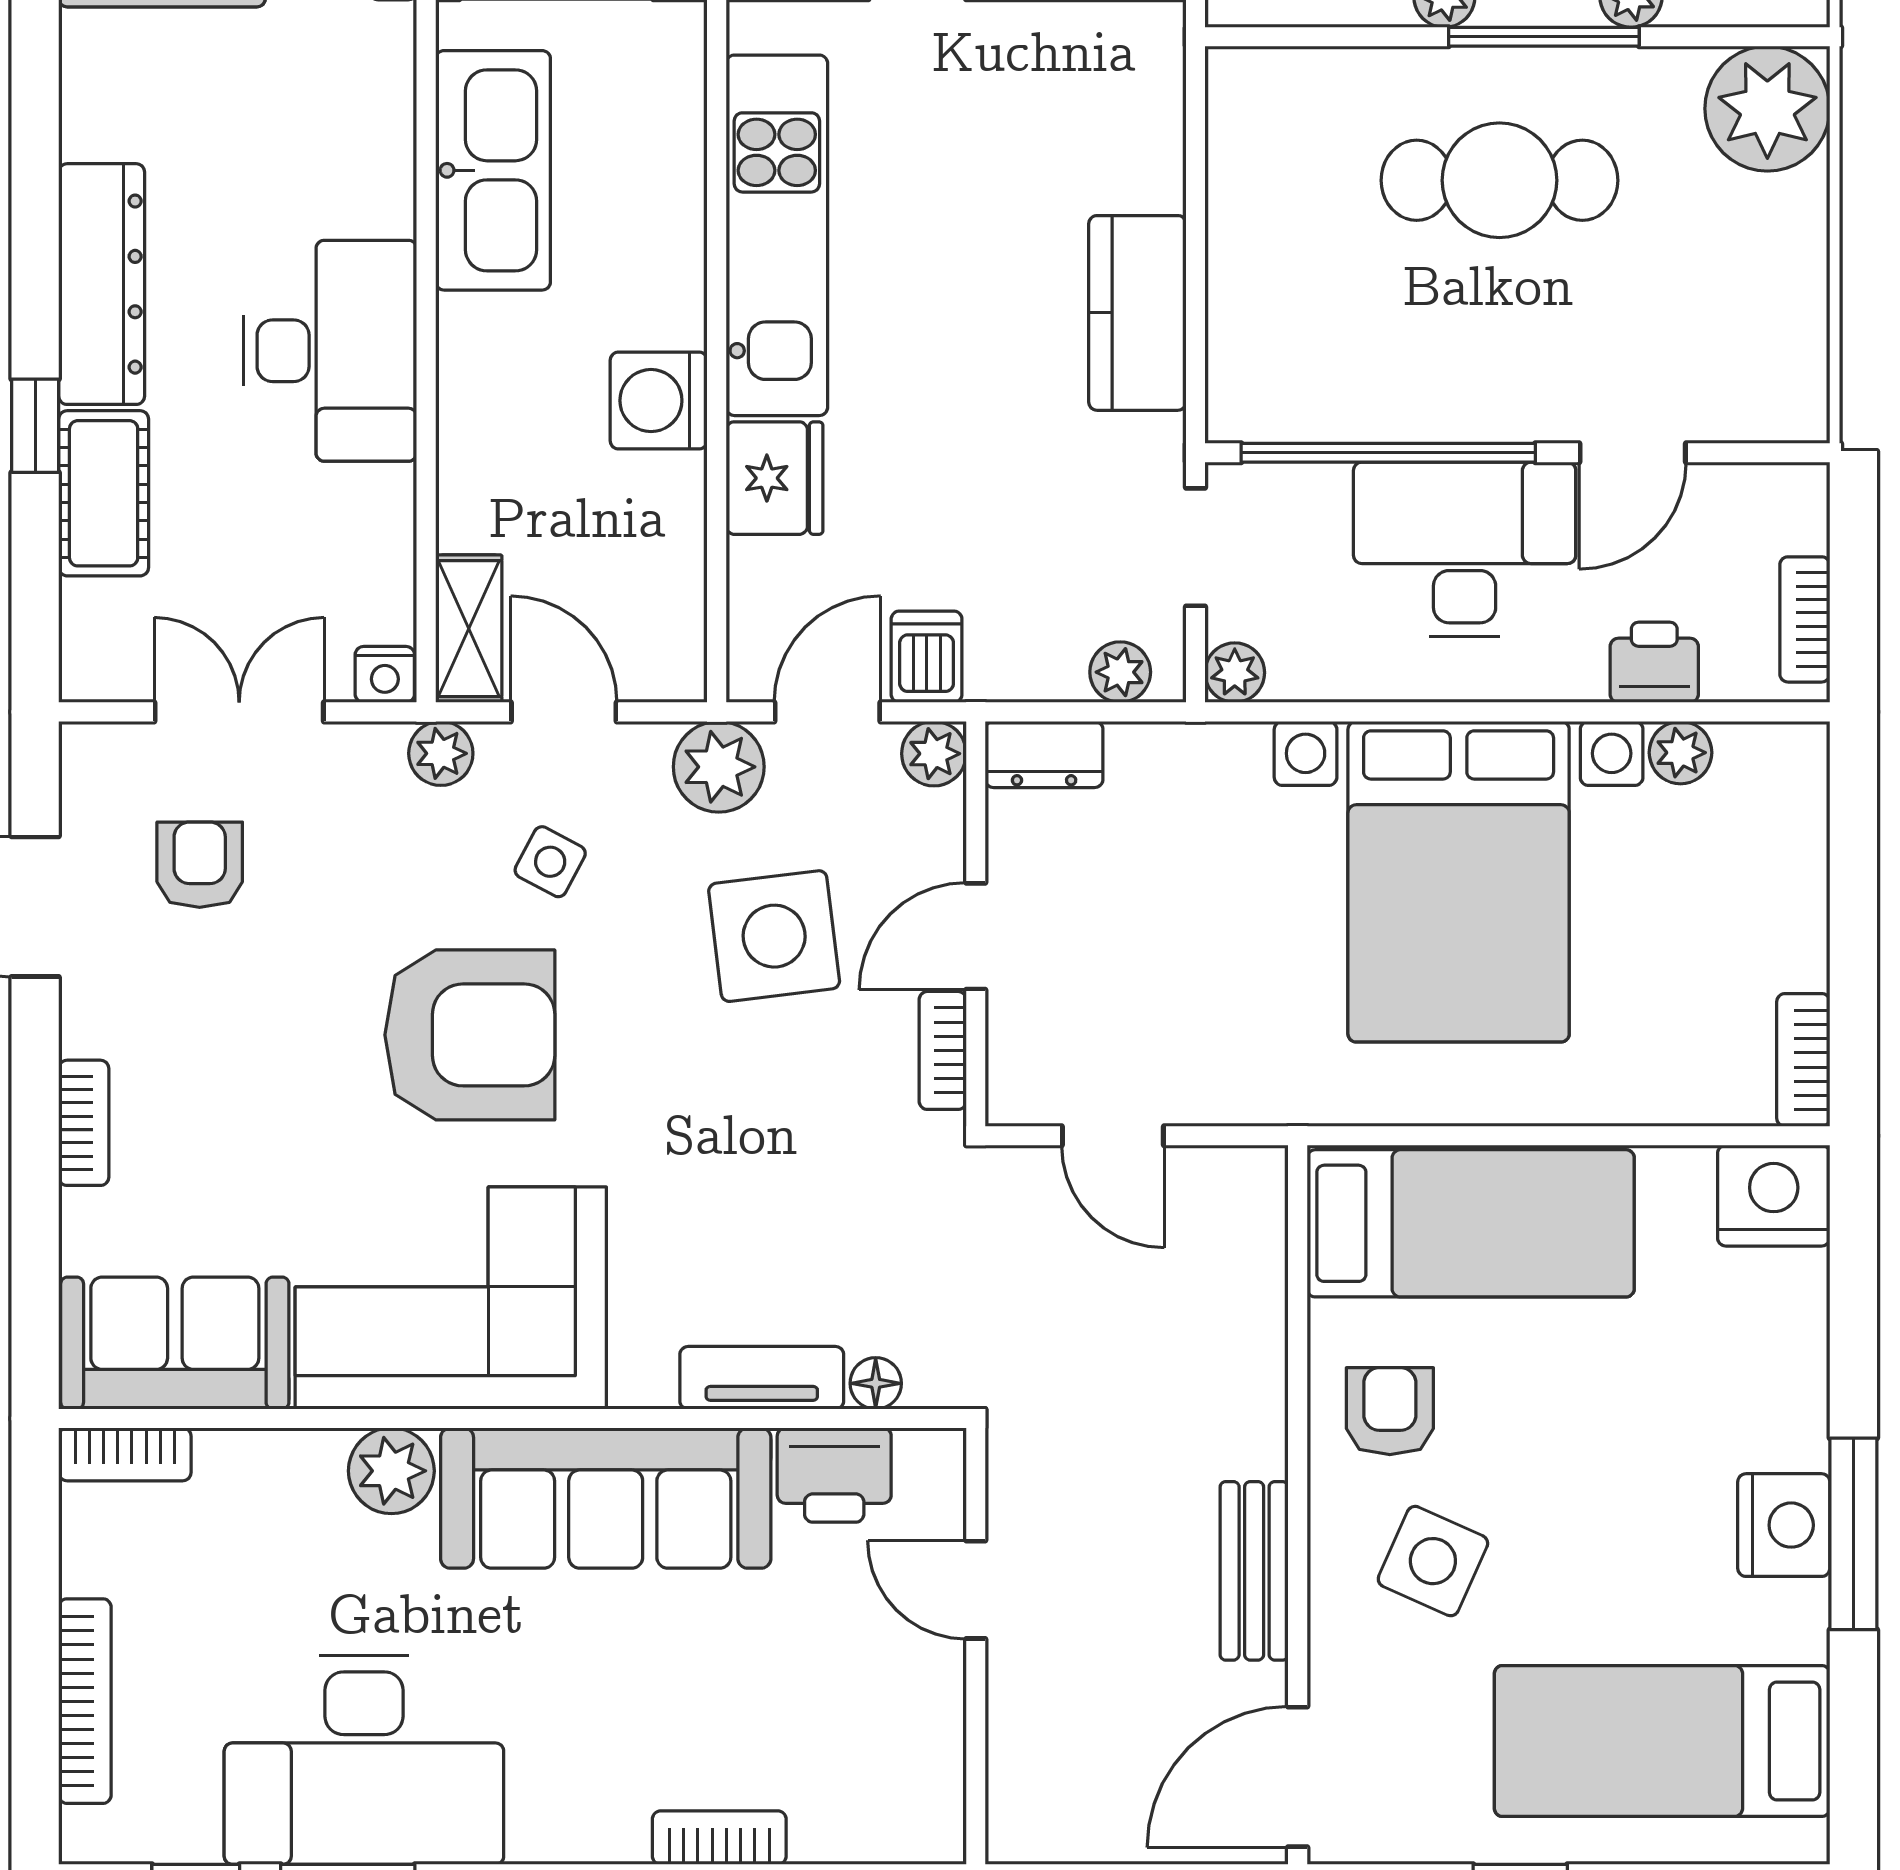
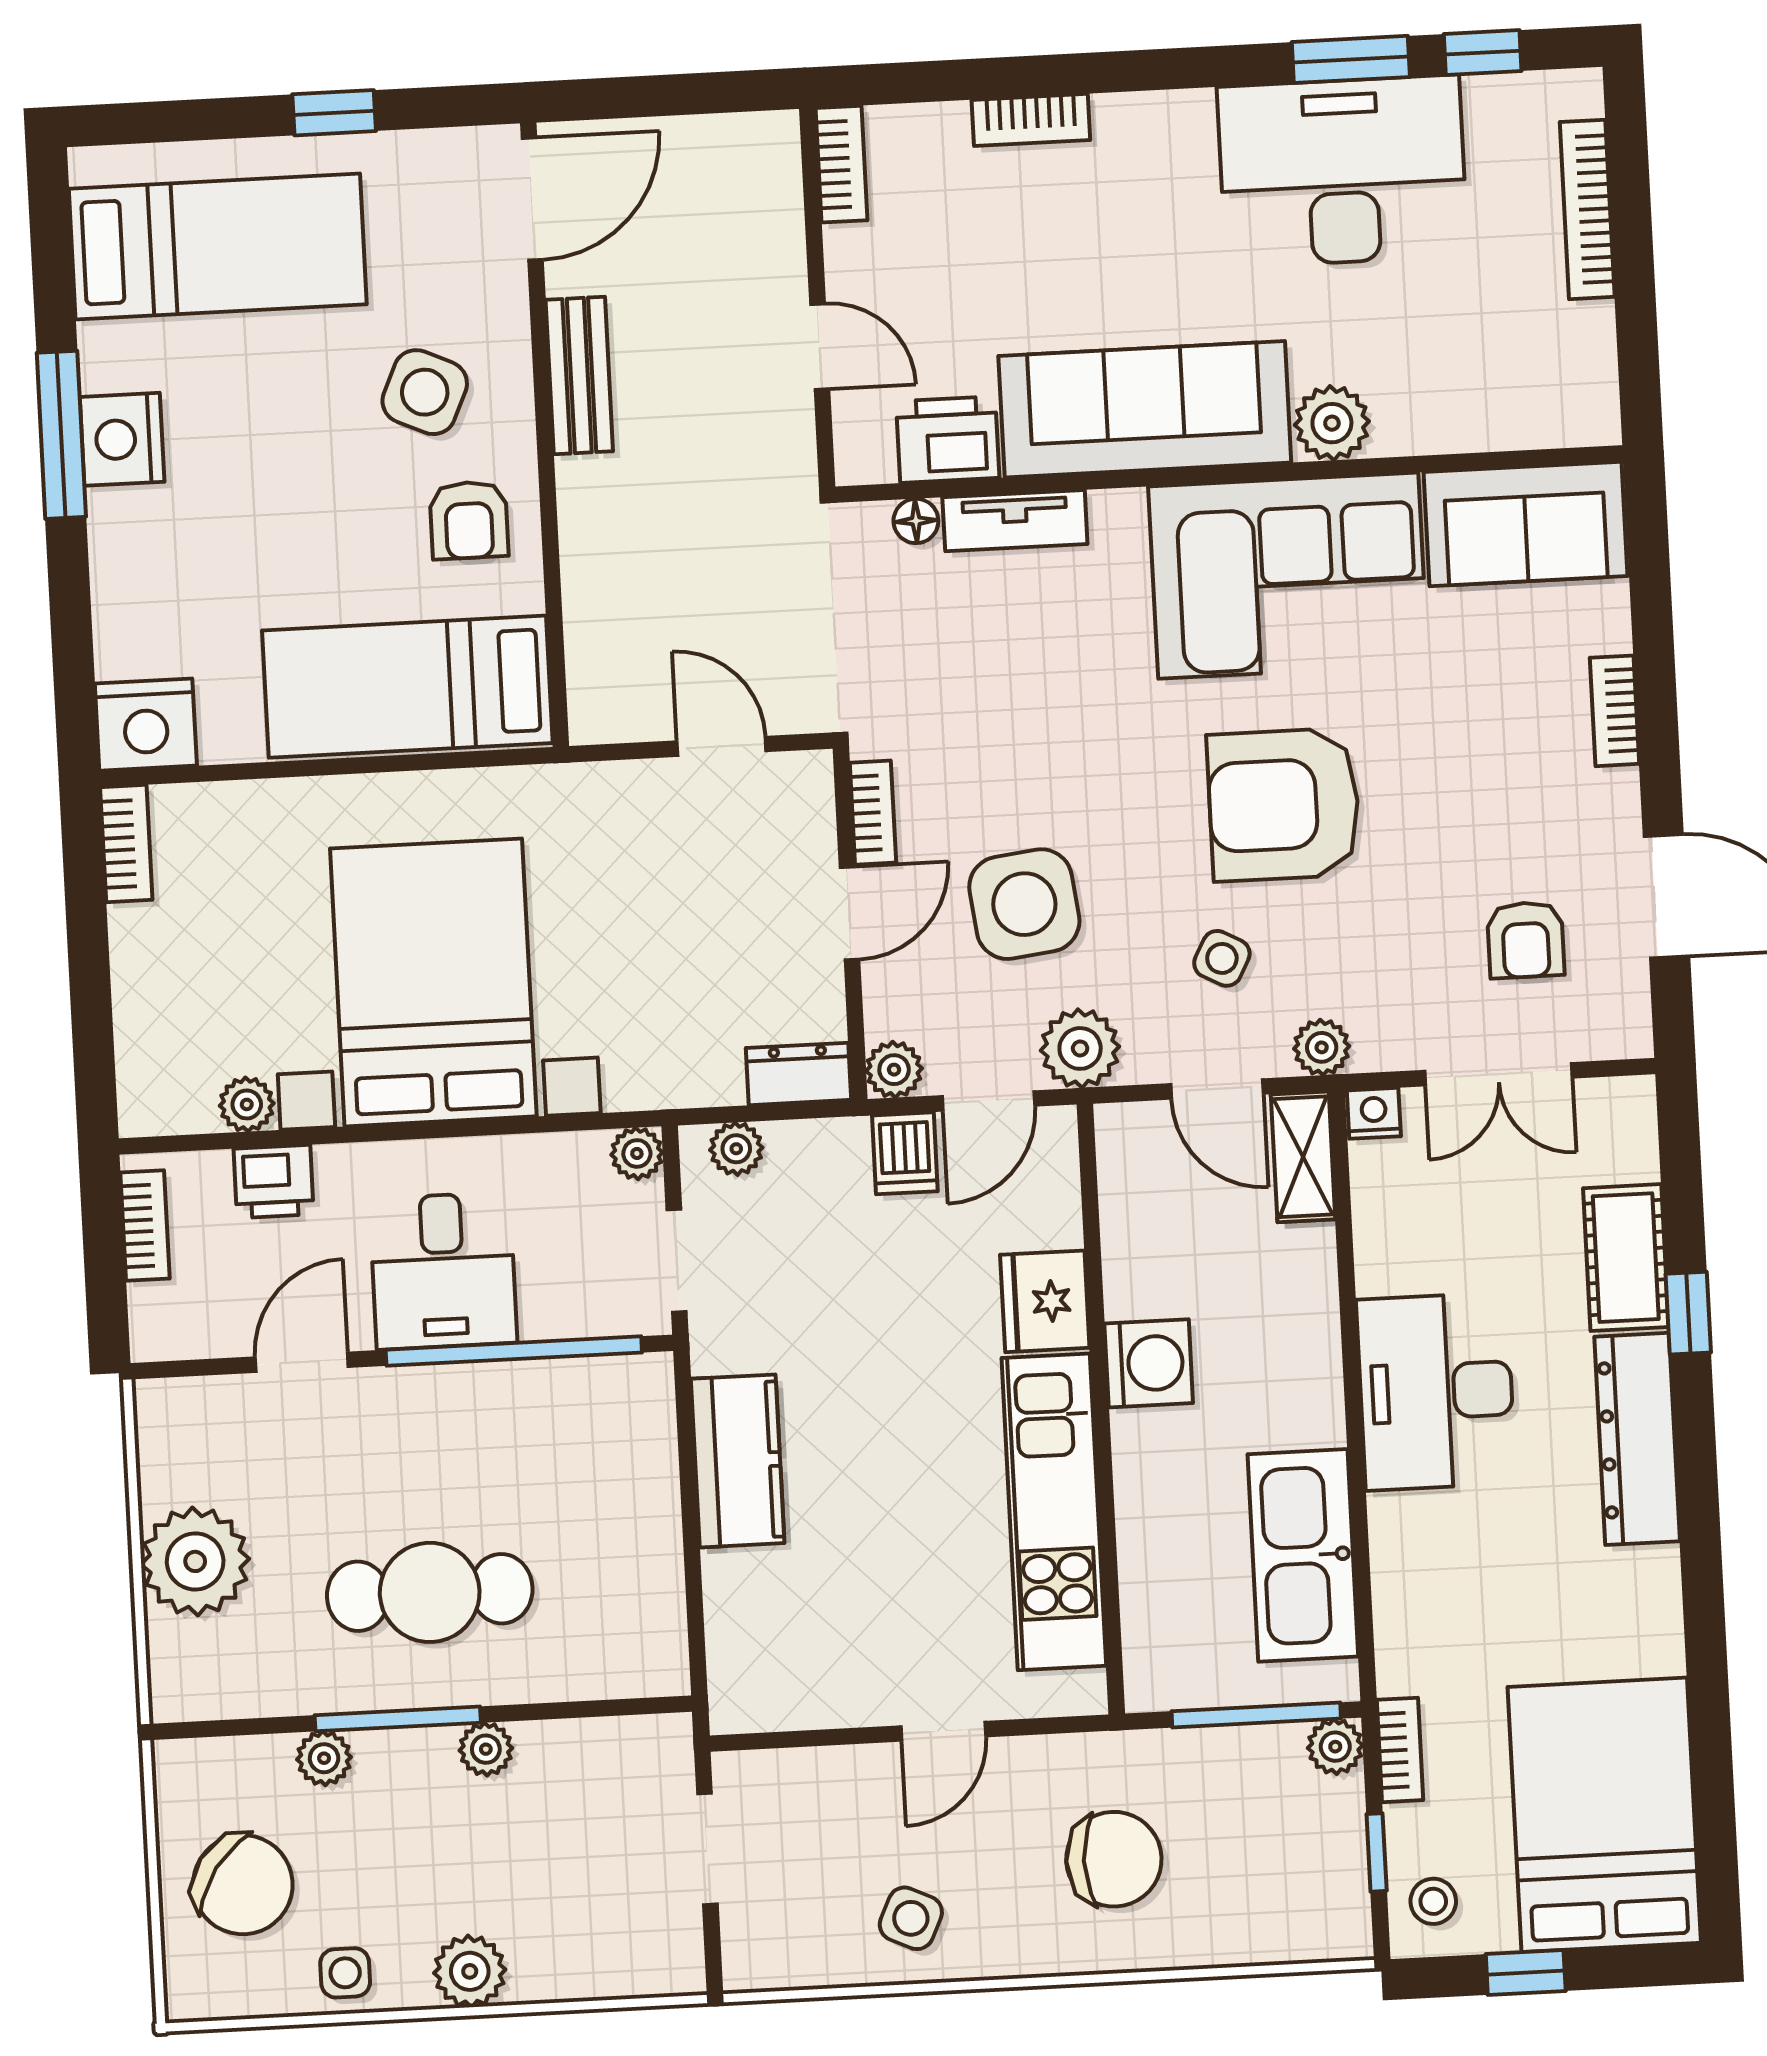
plant: (1767, 109) -> (195, 1561), moved
desk: (1465, 550) -> (443, 1271), width x0.73
bookcase: (125, 1454) -> (841, 164), moved, turned 90

